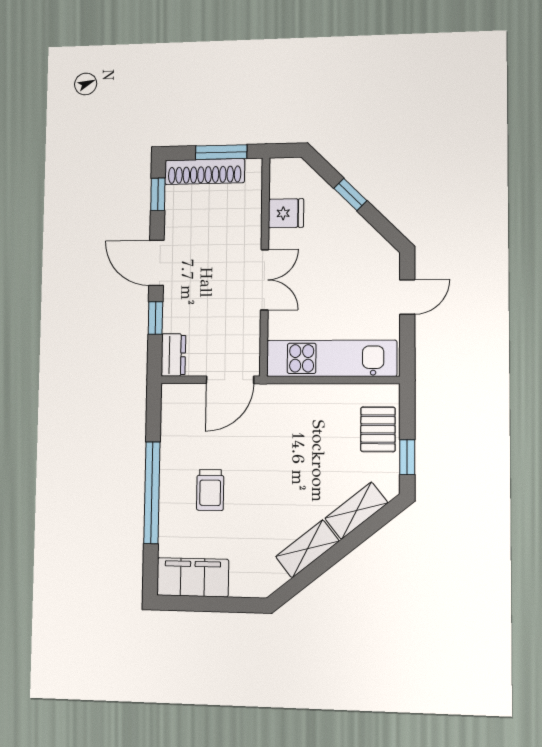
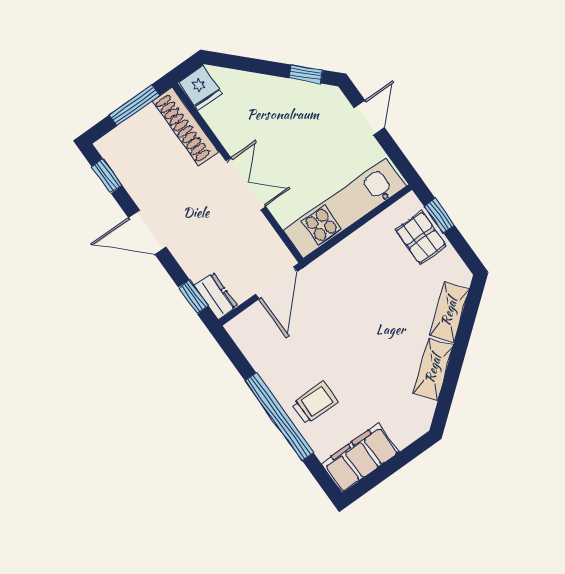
shoe rack: (205, 172) -> (186, 126), moved, turned 90
window: (350, 194) -> (306, 74), moved
fridge: (286, 213) -> (200, 88), moved, turned 90
window: (155, 318) -> (193, 297), moved
window: (407, 457) -> (439, 216), moved
trolley: (210, 490) -> (315, 403), moved, turned -90

